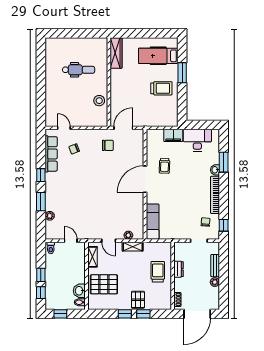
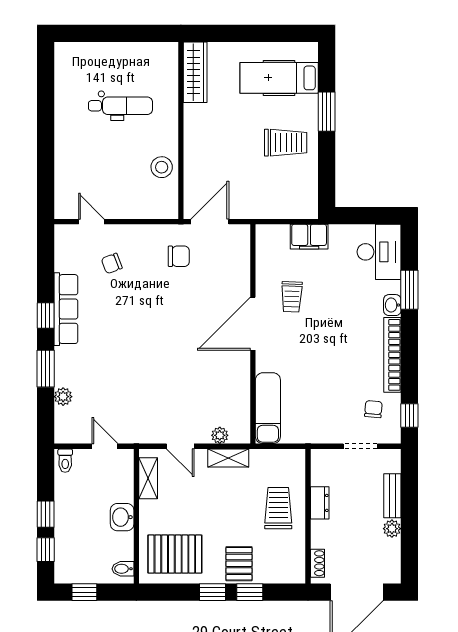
desk: (197, 140) -> (379, 252), moved, turned 90
row of seats: (51, 154) -> (66, 309), moved
pallet: (104, 284) -> (175, 554), moved
washbasin: (79, 291) -> (122, 517), moved

